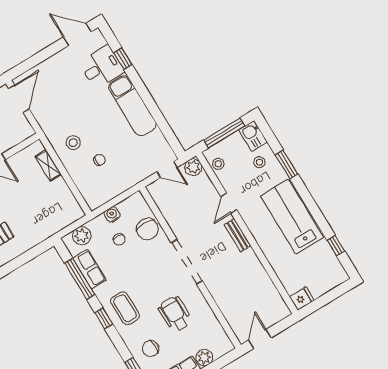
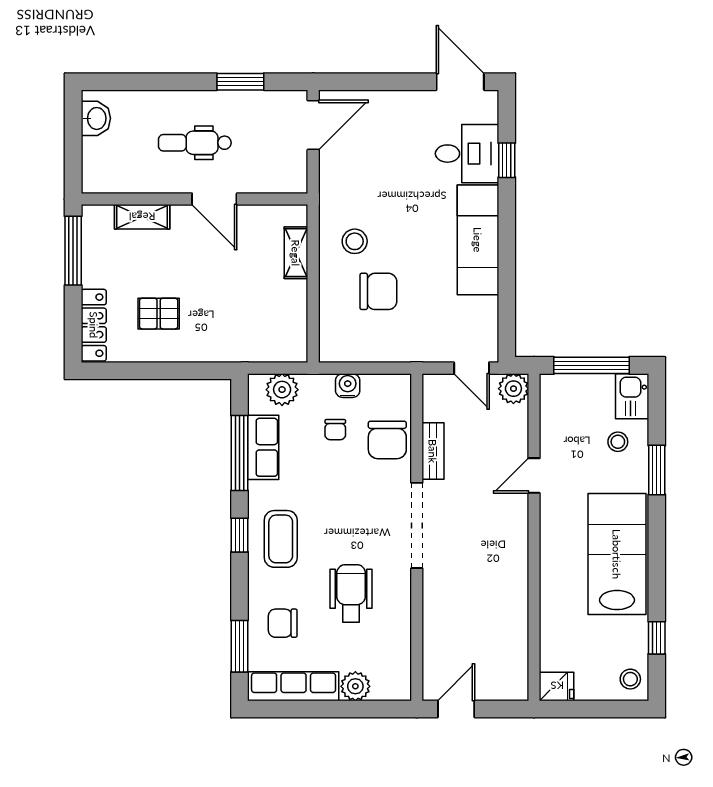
chair: (99, 160) -> (378, 291), width x1.87, depth x1.87
stool: (218, 164) -> (630, 679), moved
bench: (238, 235) -> (433, 451), moved

